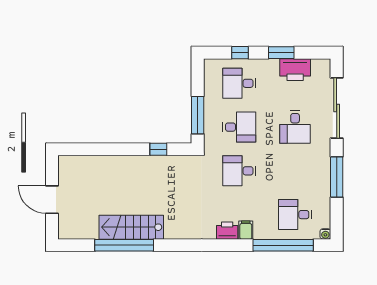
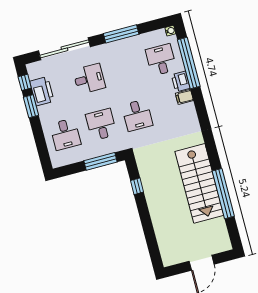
window: (240, 53) -> (25, 82), moved
desk: (295, 215) -> (161, 60), turned 180
stairs: (131, 227) -> (199, 183), width x1.36, depth x1.51
printer: (227, 231) -> (181, 81), moved

